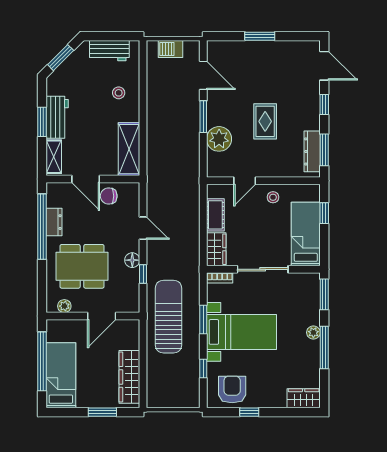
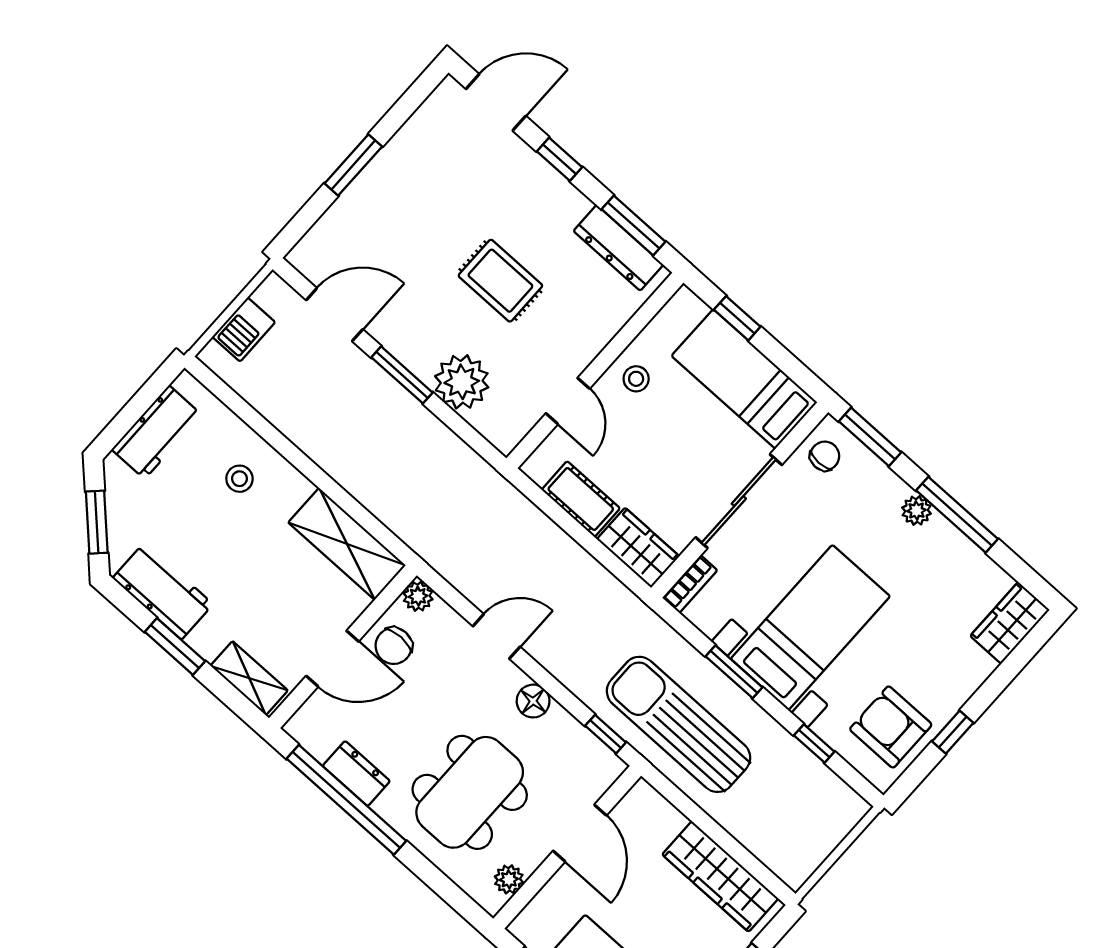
workbench: (57, 117) -> (163, 591), moved
plant: (133, 189) -> (418, 596), added
window: (143, 274) -> (606, 734), moved
chair: (304, 285) -> (825, 456), added

